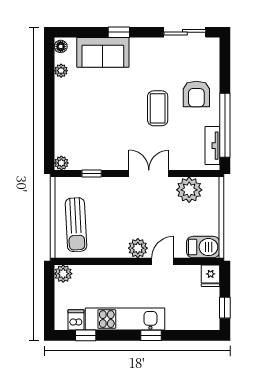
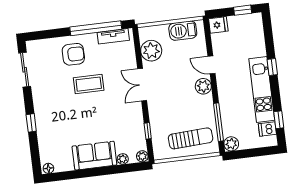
sofa: (103, 52) -> (94, 156), moved, turned -90
plant: (61, 71) -> (123, 159), moved
barbecue: (203, 247) -> (183, 31), moved, turned -90
window: (92, 261) -> (219, 122), added

